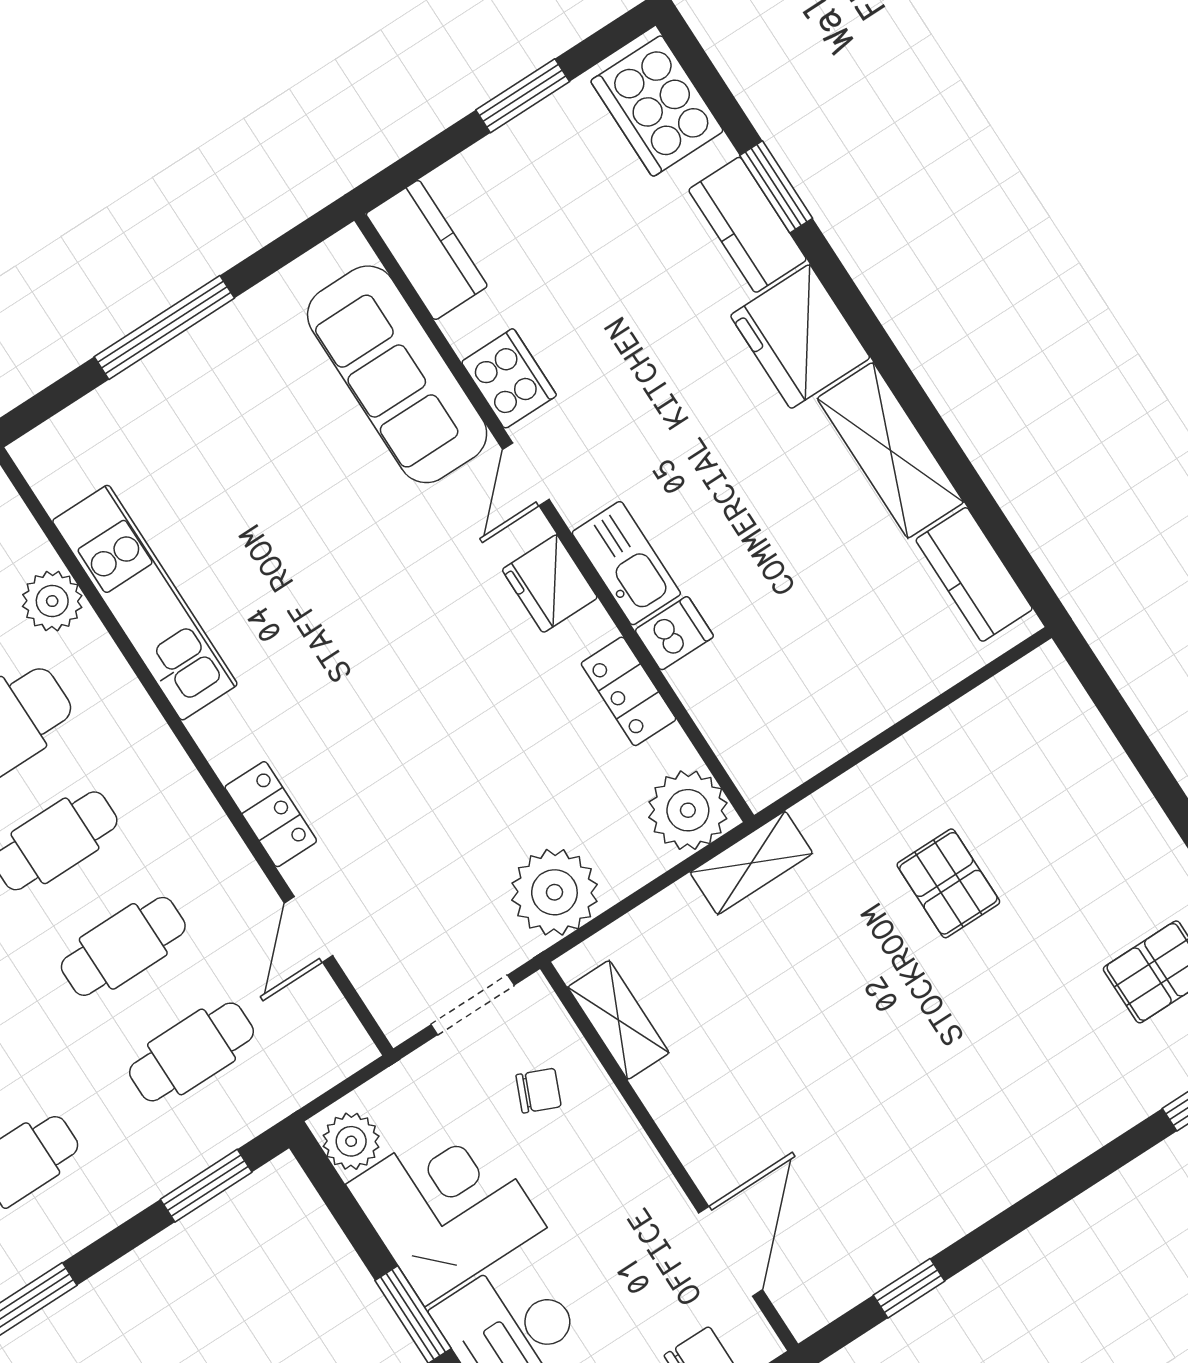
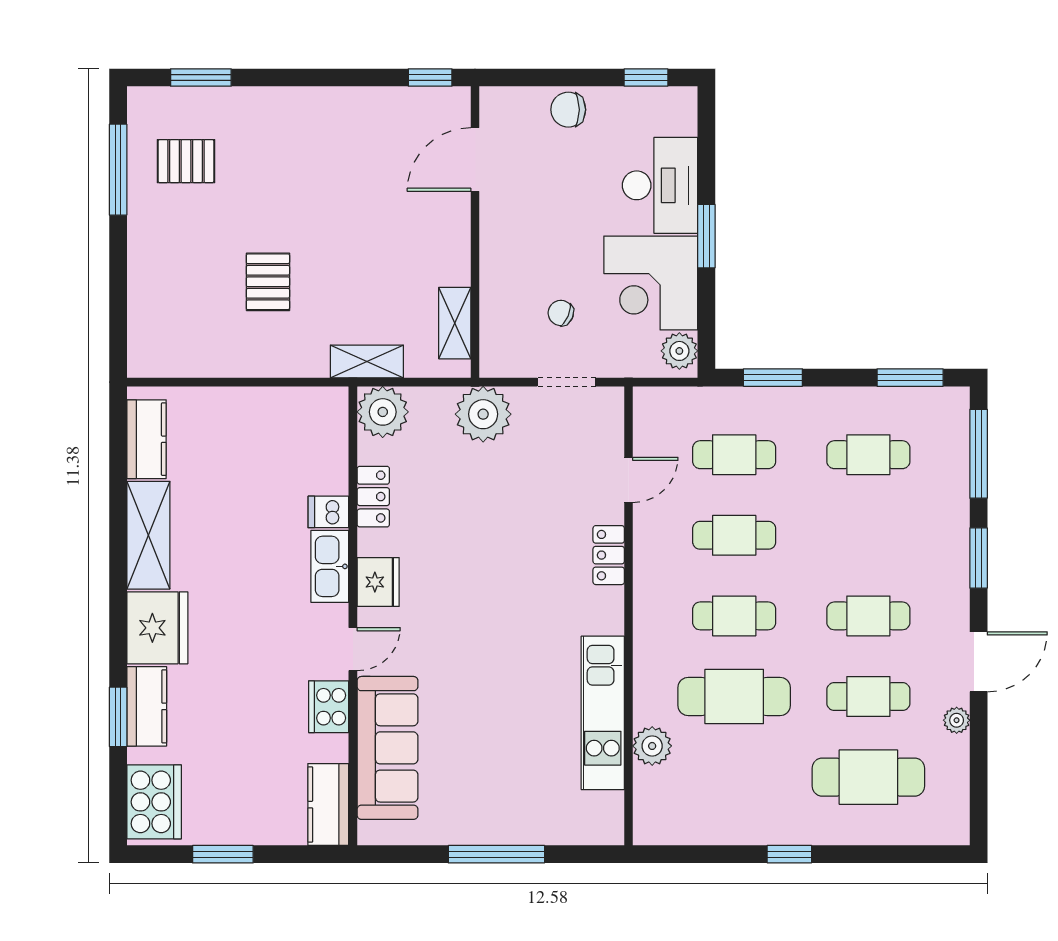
shelving: (618, 1020) -> (455, 323), moved
wall: (669, 1156) -> (475, 232), moved
door: (731, 1251) -> (475, 160), moved

